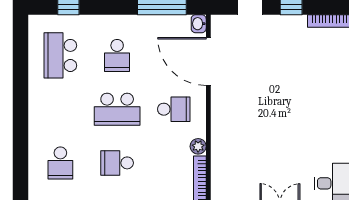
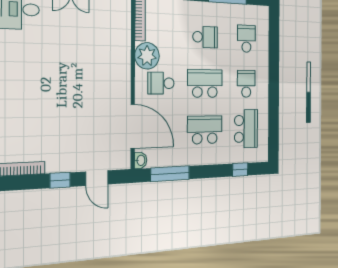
school desk: (117, 55) -> (205, 130), width x1.85
school desk: (60, 109) -> (246, 84), added
plant: (198, 146) -> (147, 56), width x1.87, depth x1.87

